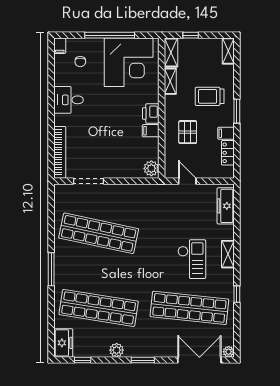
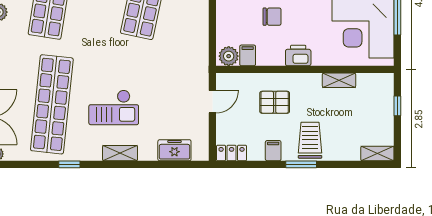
shelving: (171, 52) -> (375, 81), removed
trolley: (210, 96) -> (310, 140), moved
filing cabinet: (151, 131) -> (248, 55), moved
chair: (120, 134) -> (272, 17), added
locker: (228, 153) -> (232, 153), moved
freezer: (226, 206) -> (174, 150), width x0.71

